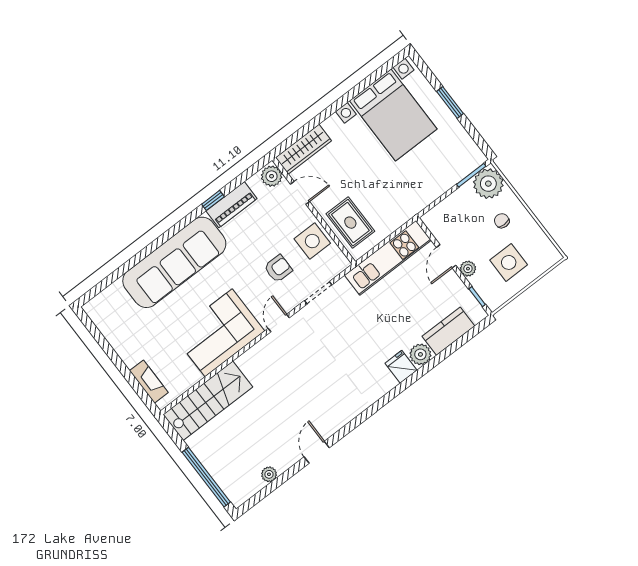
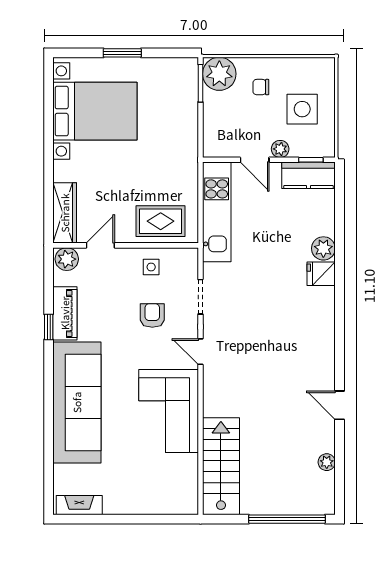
side table: (312, 241) -> (151, 267), width x0.54, depth x0.54
kitchen counter: (448, 331) -> (308, 175), moved, turned -90
fireplace: (149, 382) -> (79, 505), moved

